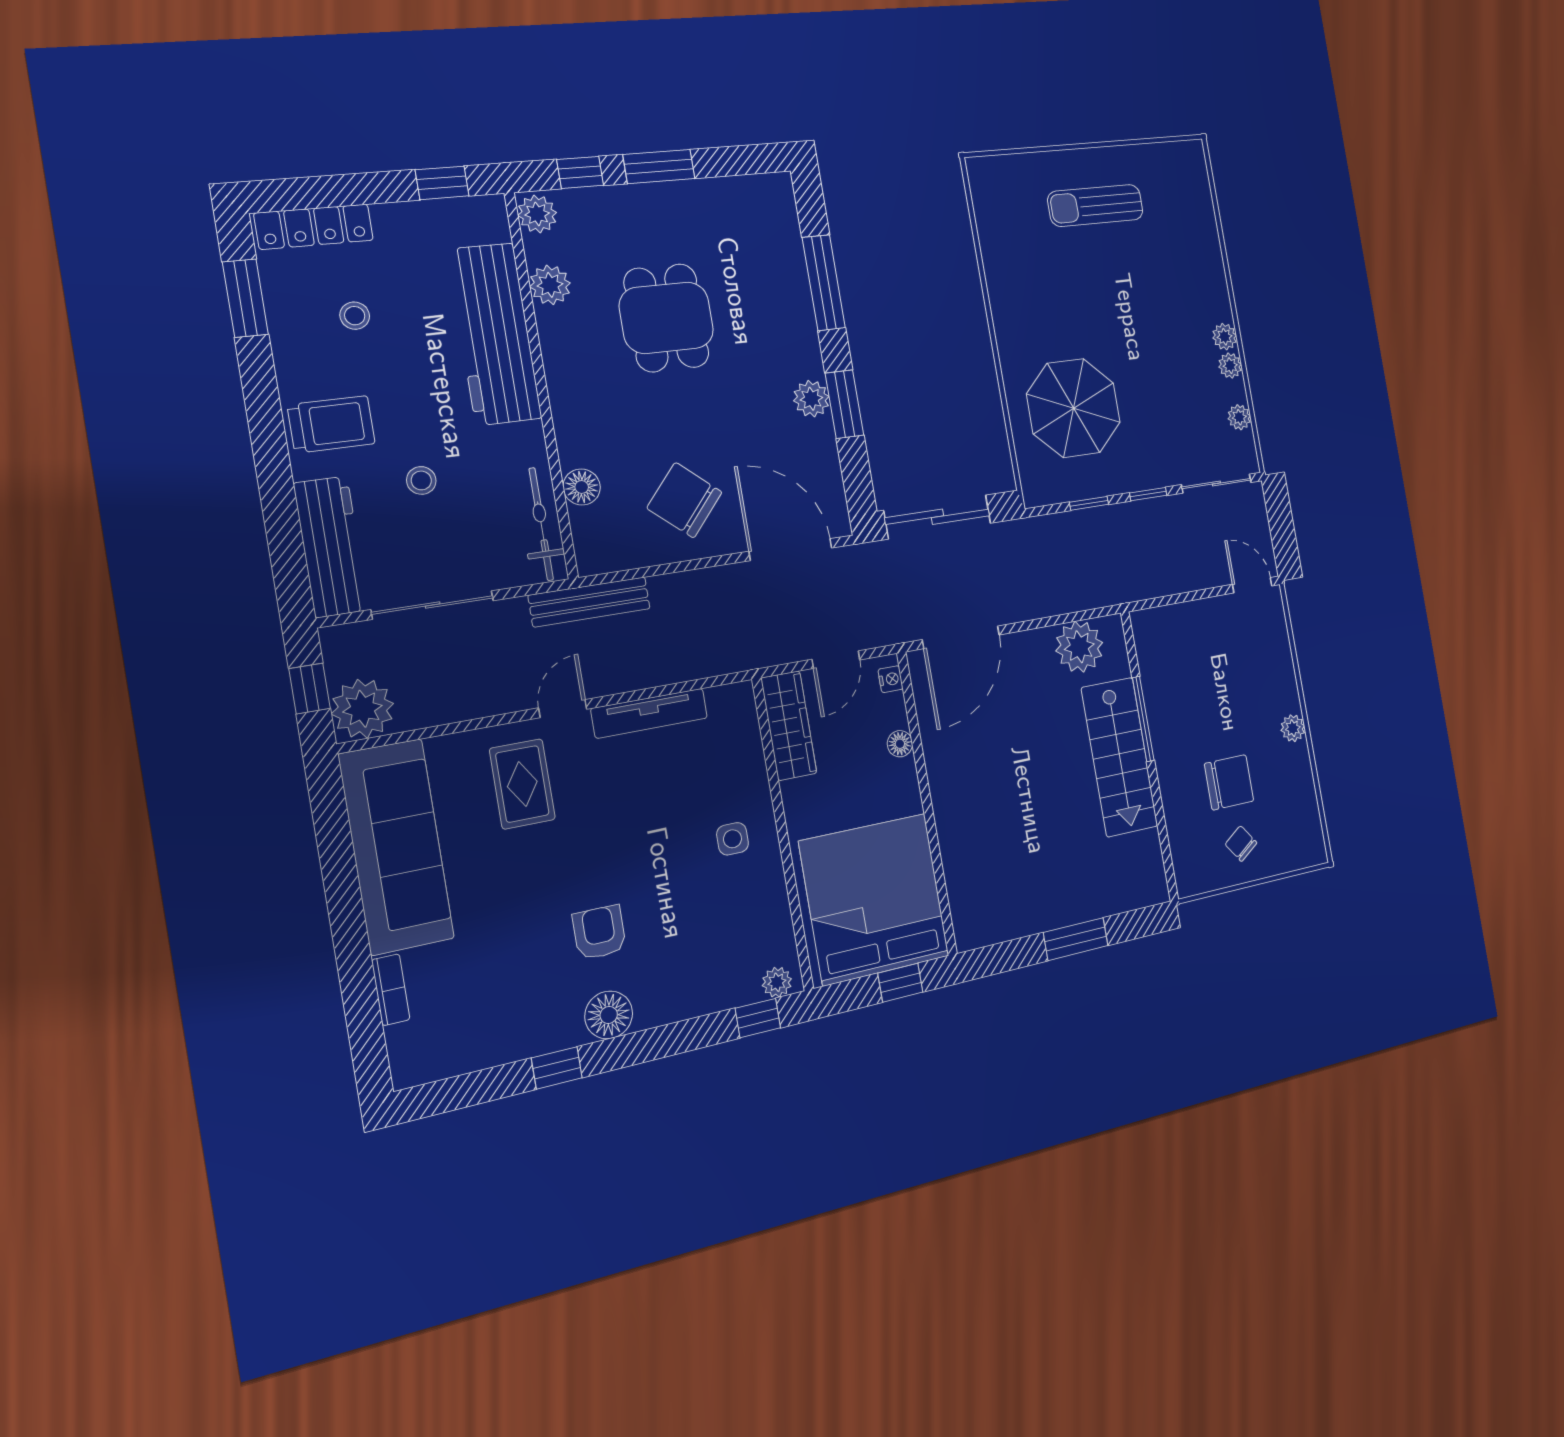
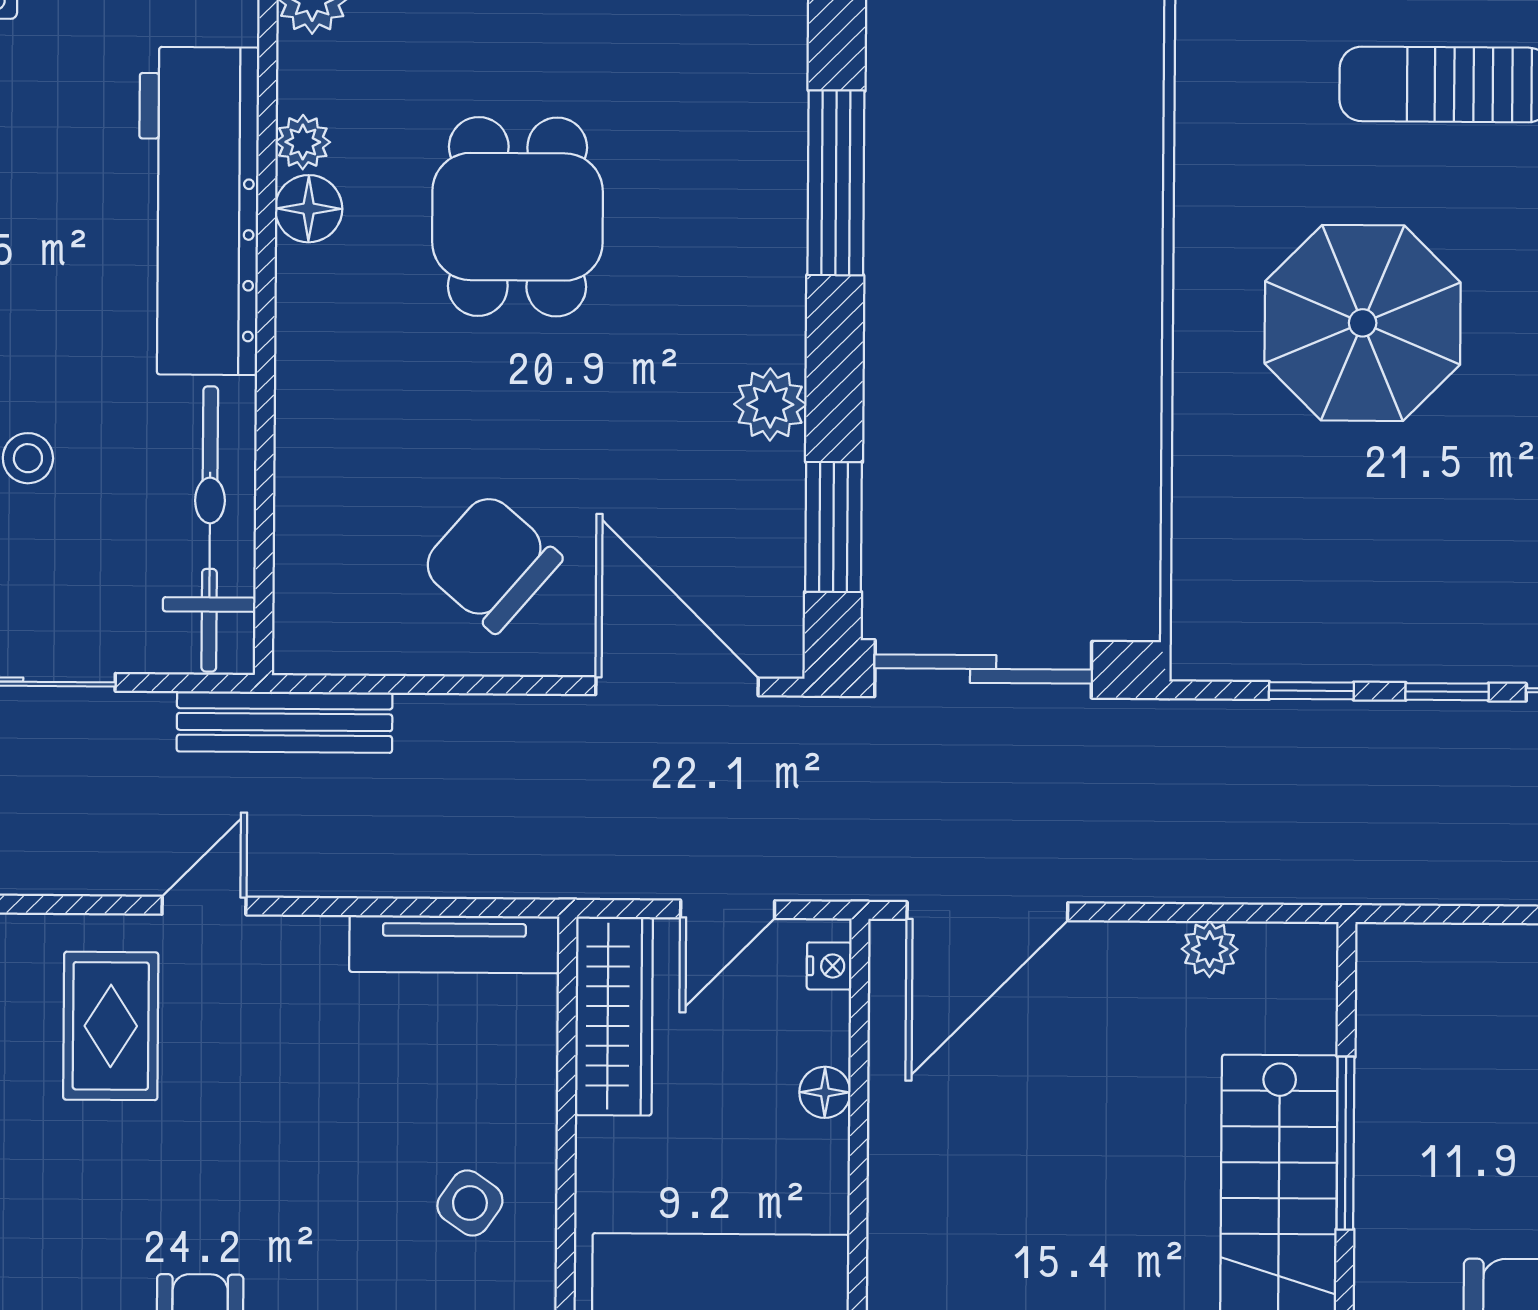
plant: (550, 285) -> (303, 142), width x0.73, depth x0.73
window: (844, 404) -> (834, 527), moved
parasol: (1073, 408) -> (1363, 323), moved
floor lamp: (582, 487) -> (309, 209), moved
bicycle: (541, 524) -> (210, 529), width x1.37, depth x1.40
plant: (1079, 647) -> (1210, 949), width x0.53, depth x0.53
tv unit: (649, 713) -> (454, 944), moved
side table: (733, 839) -> (470, 1203), turned 35

